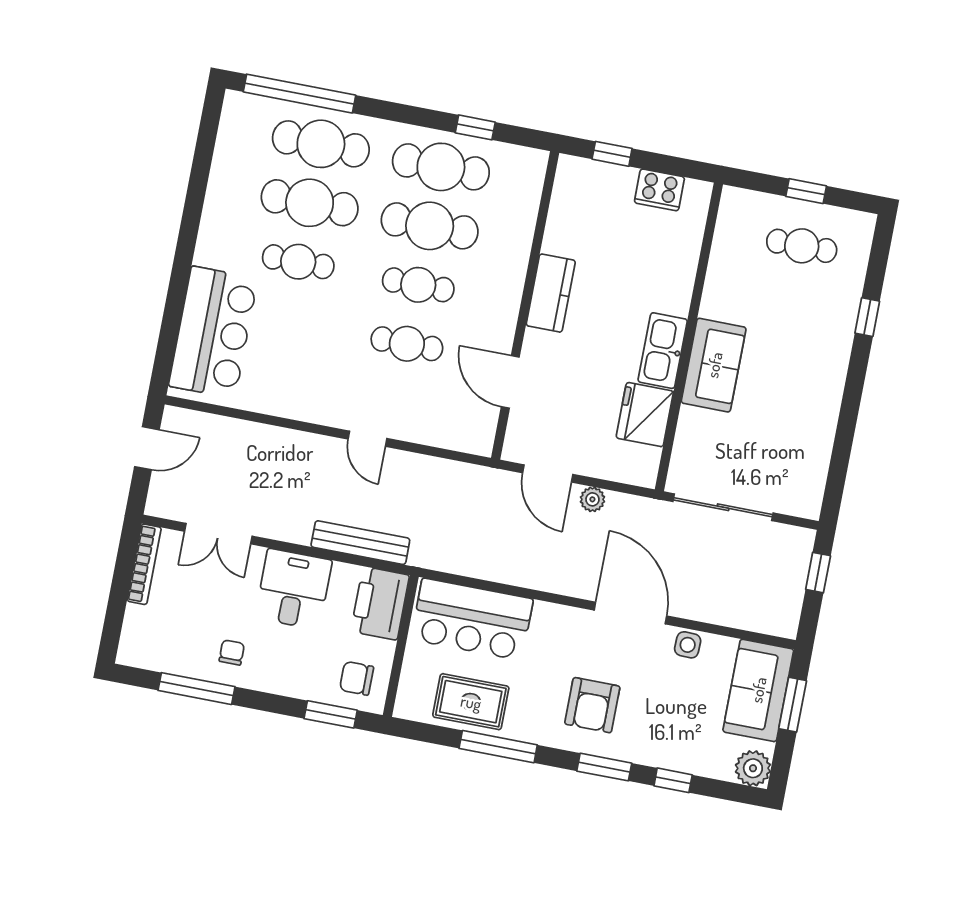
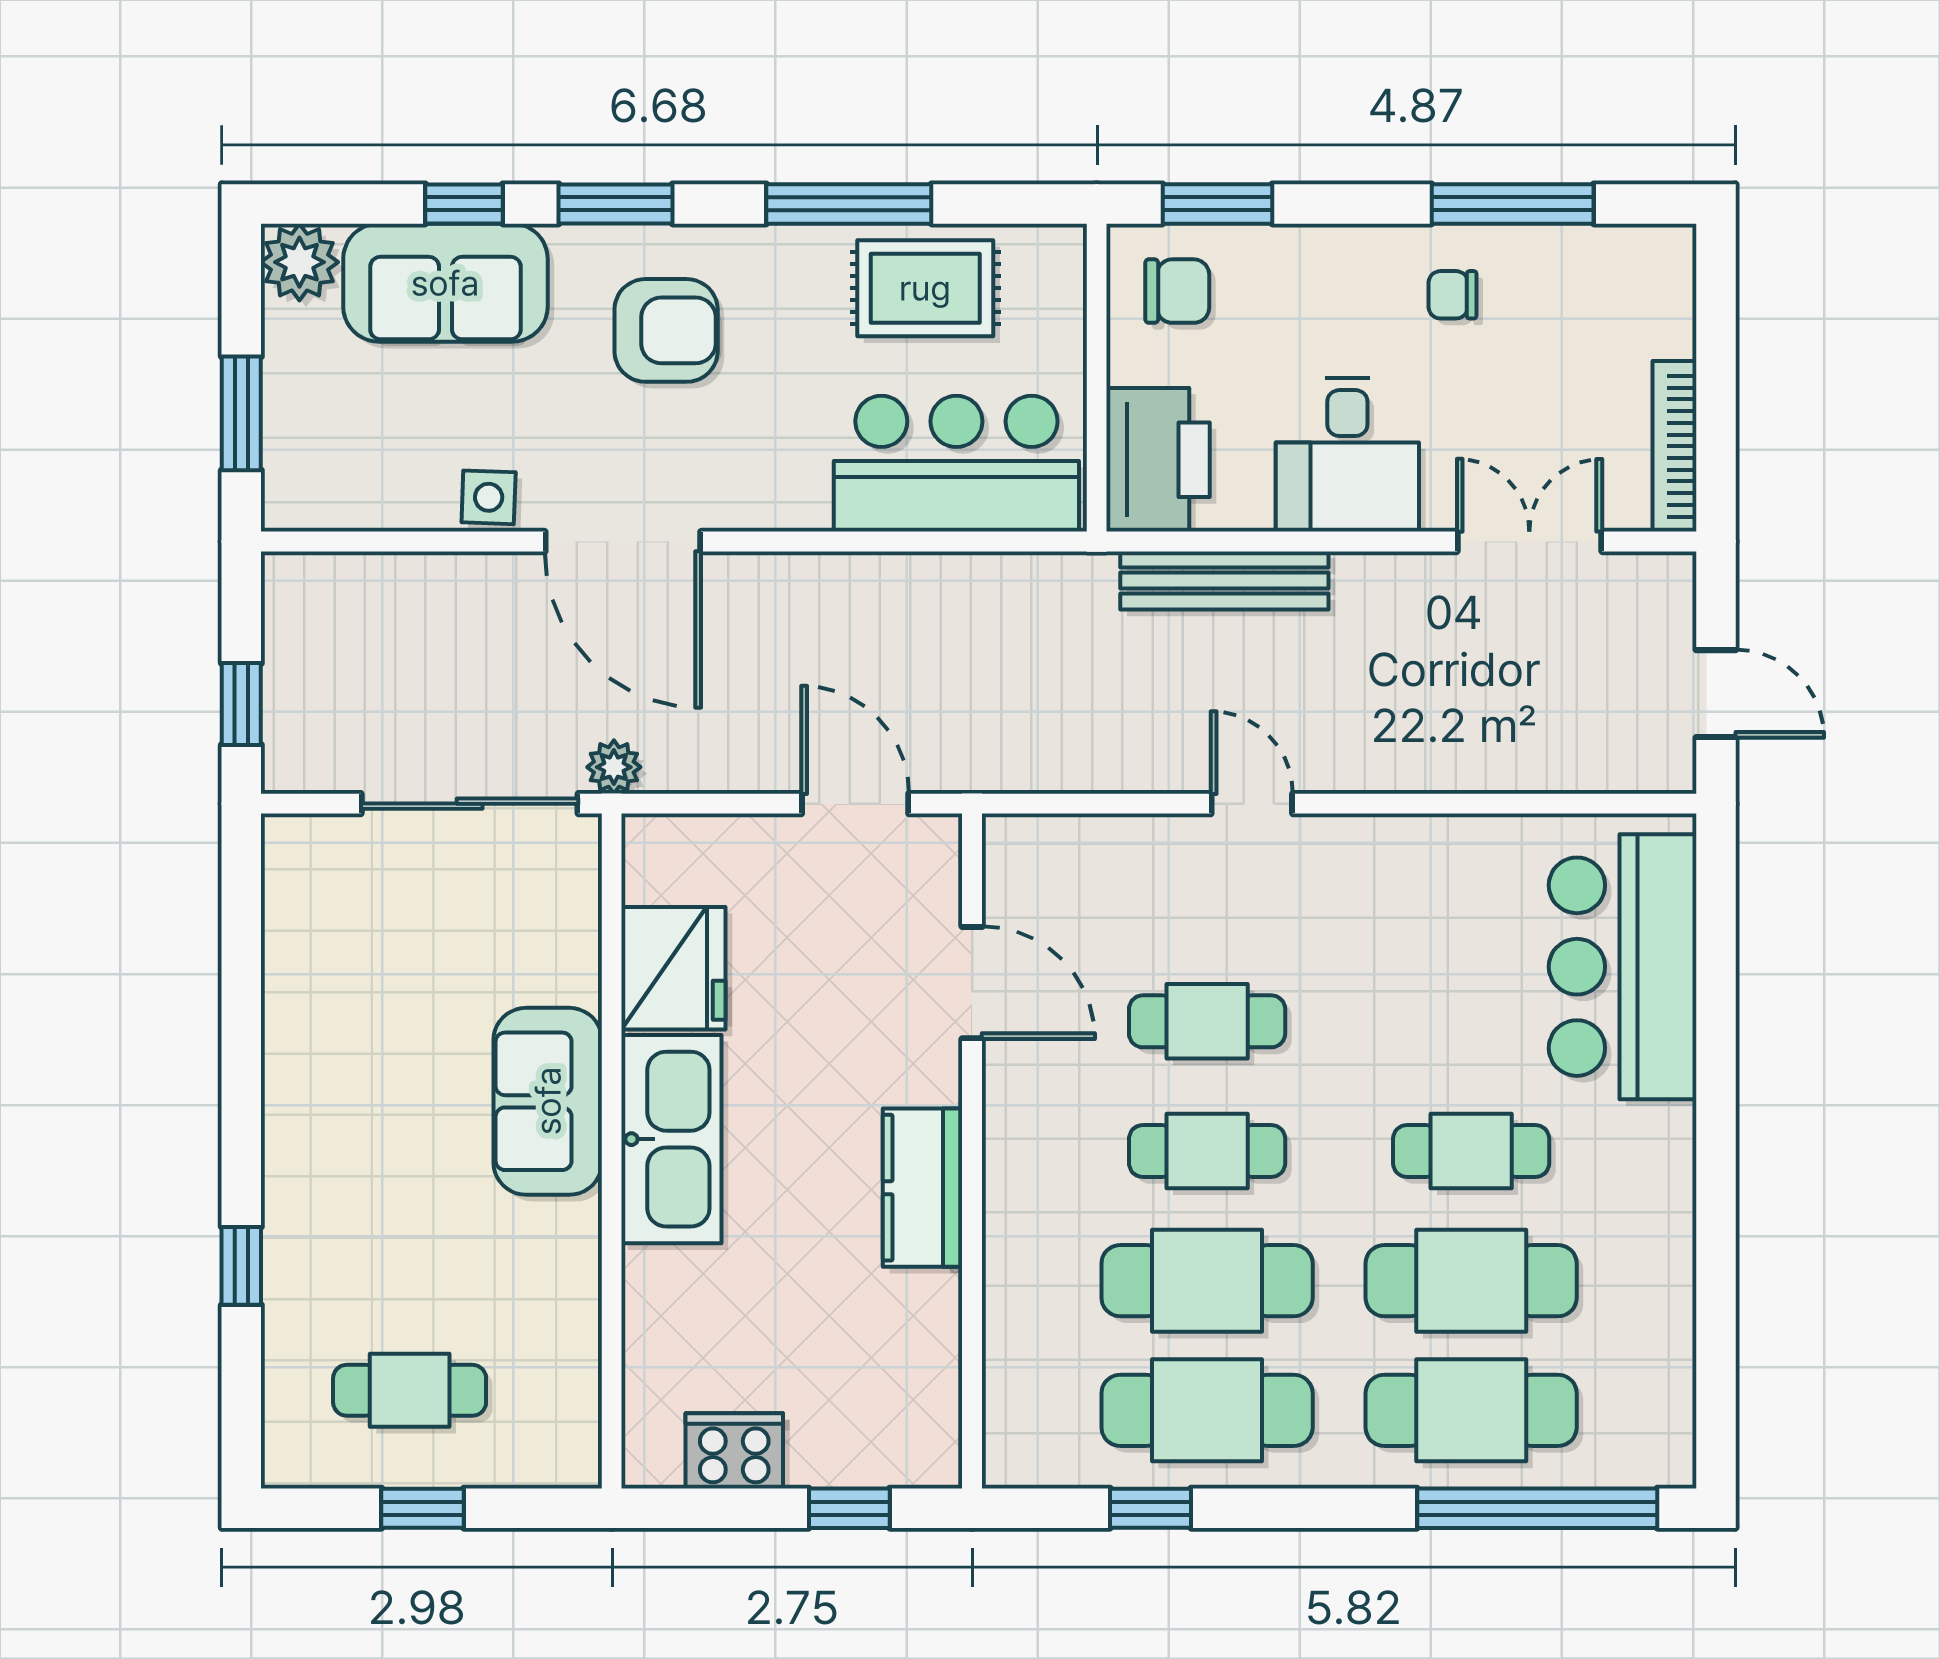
kitchen sink: (663, 351) -> (671, 1139), width x1.36, depth x1.24
door: (147, 448) -> (1716, 694), swing flipped
plant: (592, 499) -> (614, 767), moved
chair: (232, 652) -> (1453, 295), turned 90
sofa: (758, 690) -> (445, 283), moved, turned 90
armchair: (592, 705) -> (666, 330), turned 90

